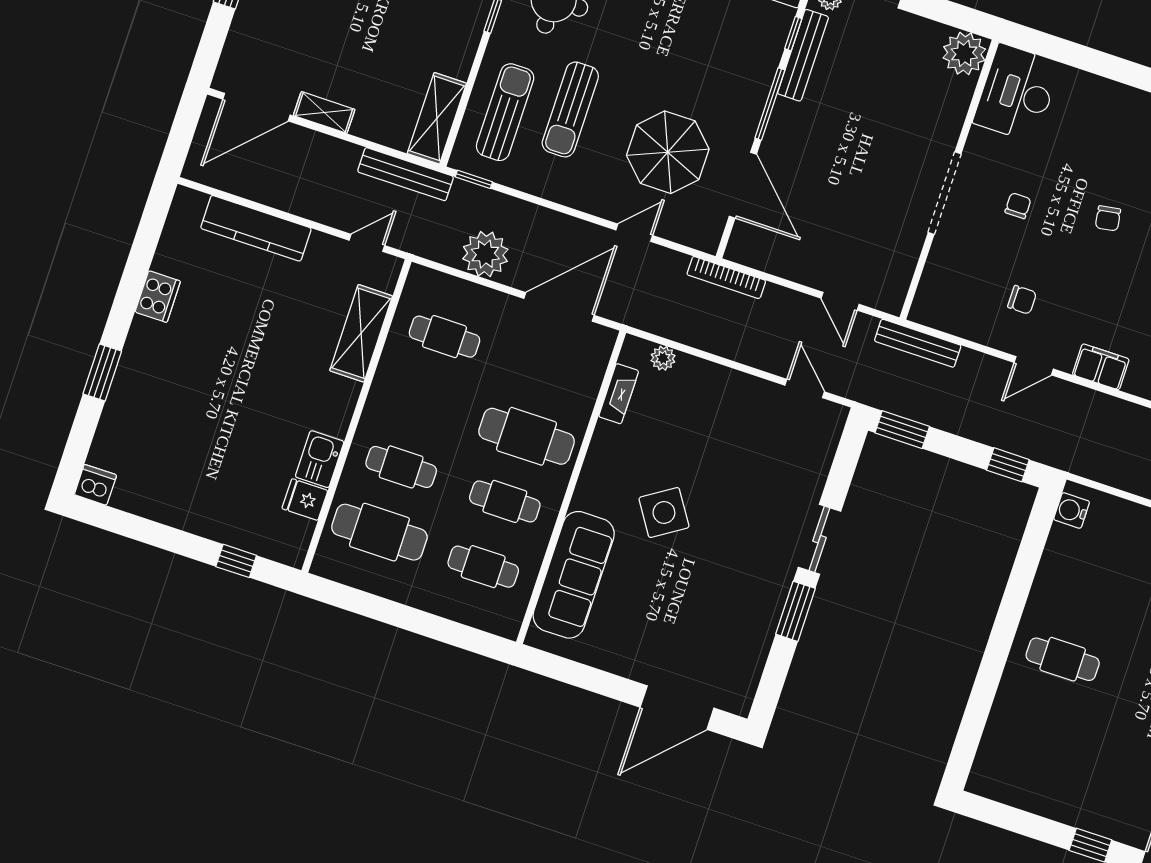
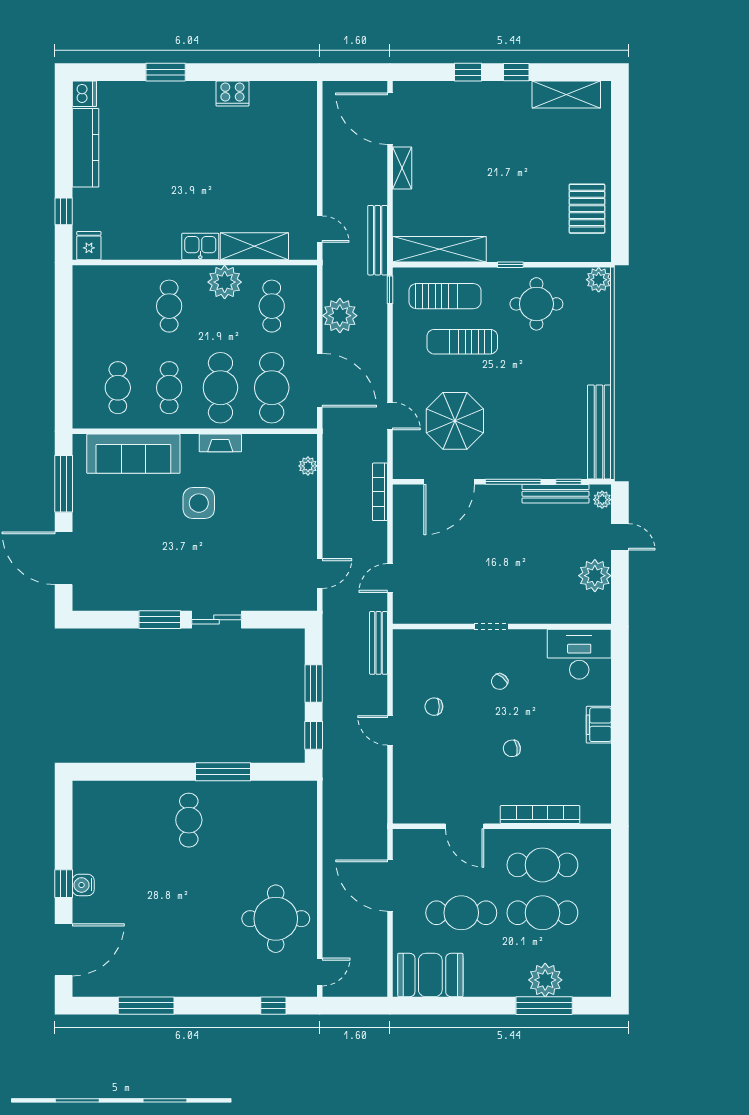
plant: (964, 53) -> (595, 576), moved
shelving: (437, 118) -> (439, 249), width x1.47
doorway: (945, 193) -> (491, 627), width x0.53
chair: (1018, 206) -> (500, 682), turned 131
kitchen counter: (256, 228) -> (86, 148), moved, turned 180
chair: (1022, 300) -> (434, 707), turned 90
filing cabinet: (1101, 367) -> (599, 725), moved, turned 180
plant: (394, 386) -> (225, 282), added
fireplace: (619, 394) -> (220, 443), moved
window: (902, 430) -> (314, 684), moved
kitchen sink: (320, 459) -> (200, 247), moved
fridge: (305, 500) -> (89, 246), moved
water cooler: (1072, 510) -> (83, 885), moved, turned -90
side table: (664, 513) -> (199, 503), turned 33
cafe table: (379, 532) -> (272, 388), moved
window: (1016, 595) -> (223, 772), added
window: (582, 676) -> (64, 484), added

